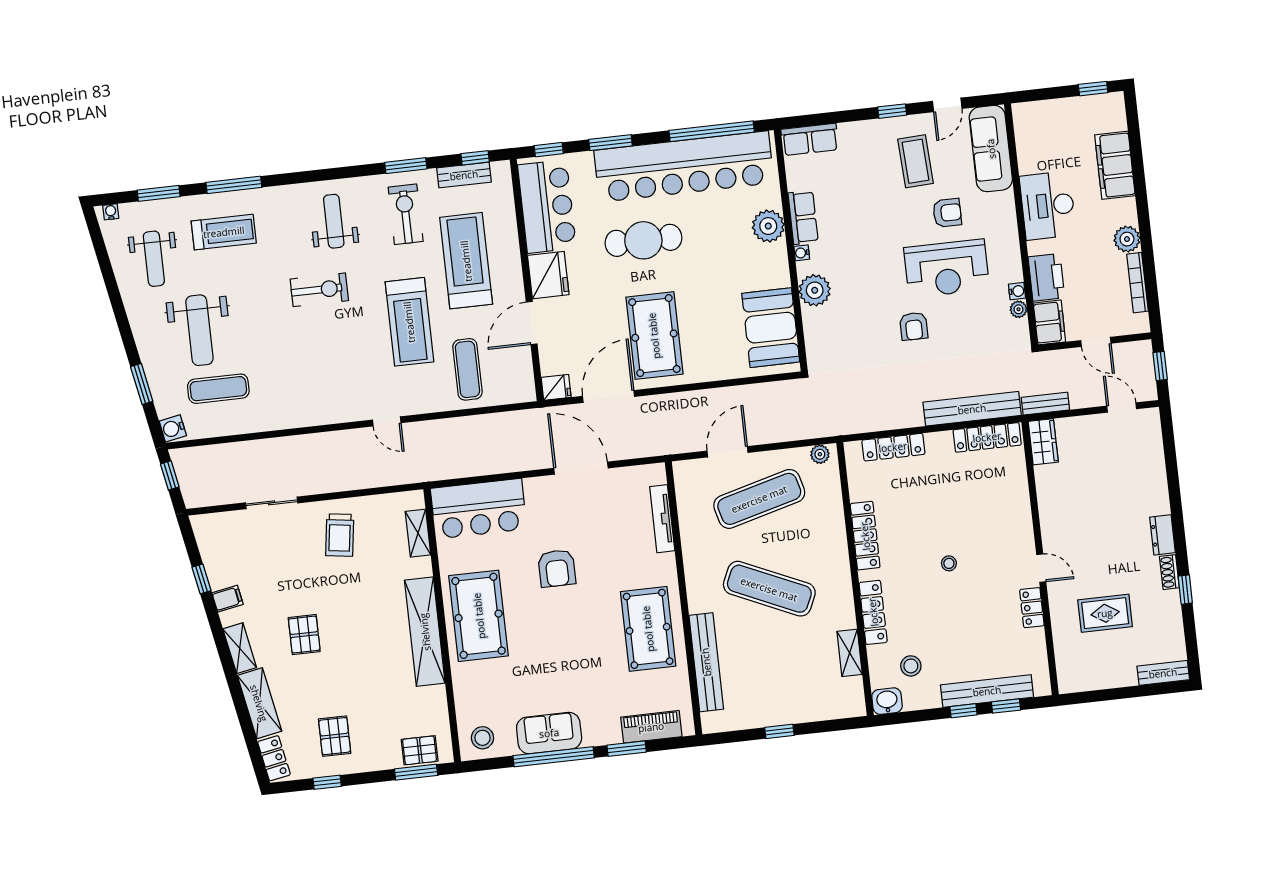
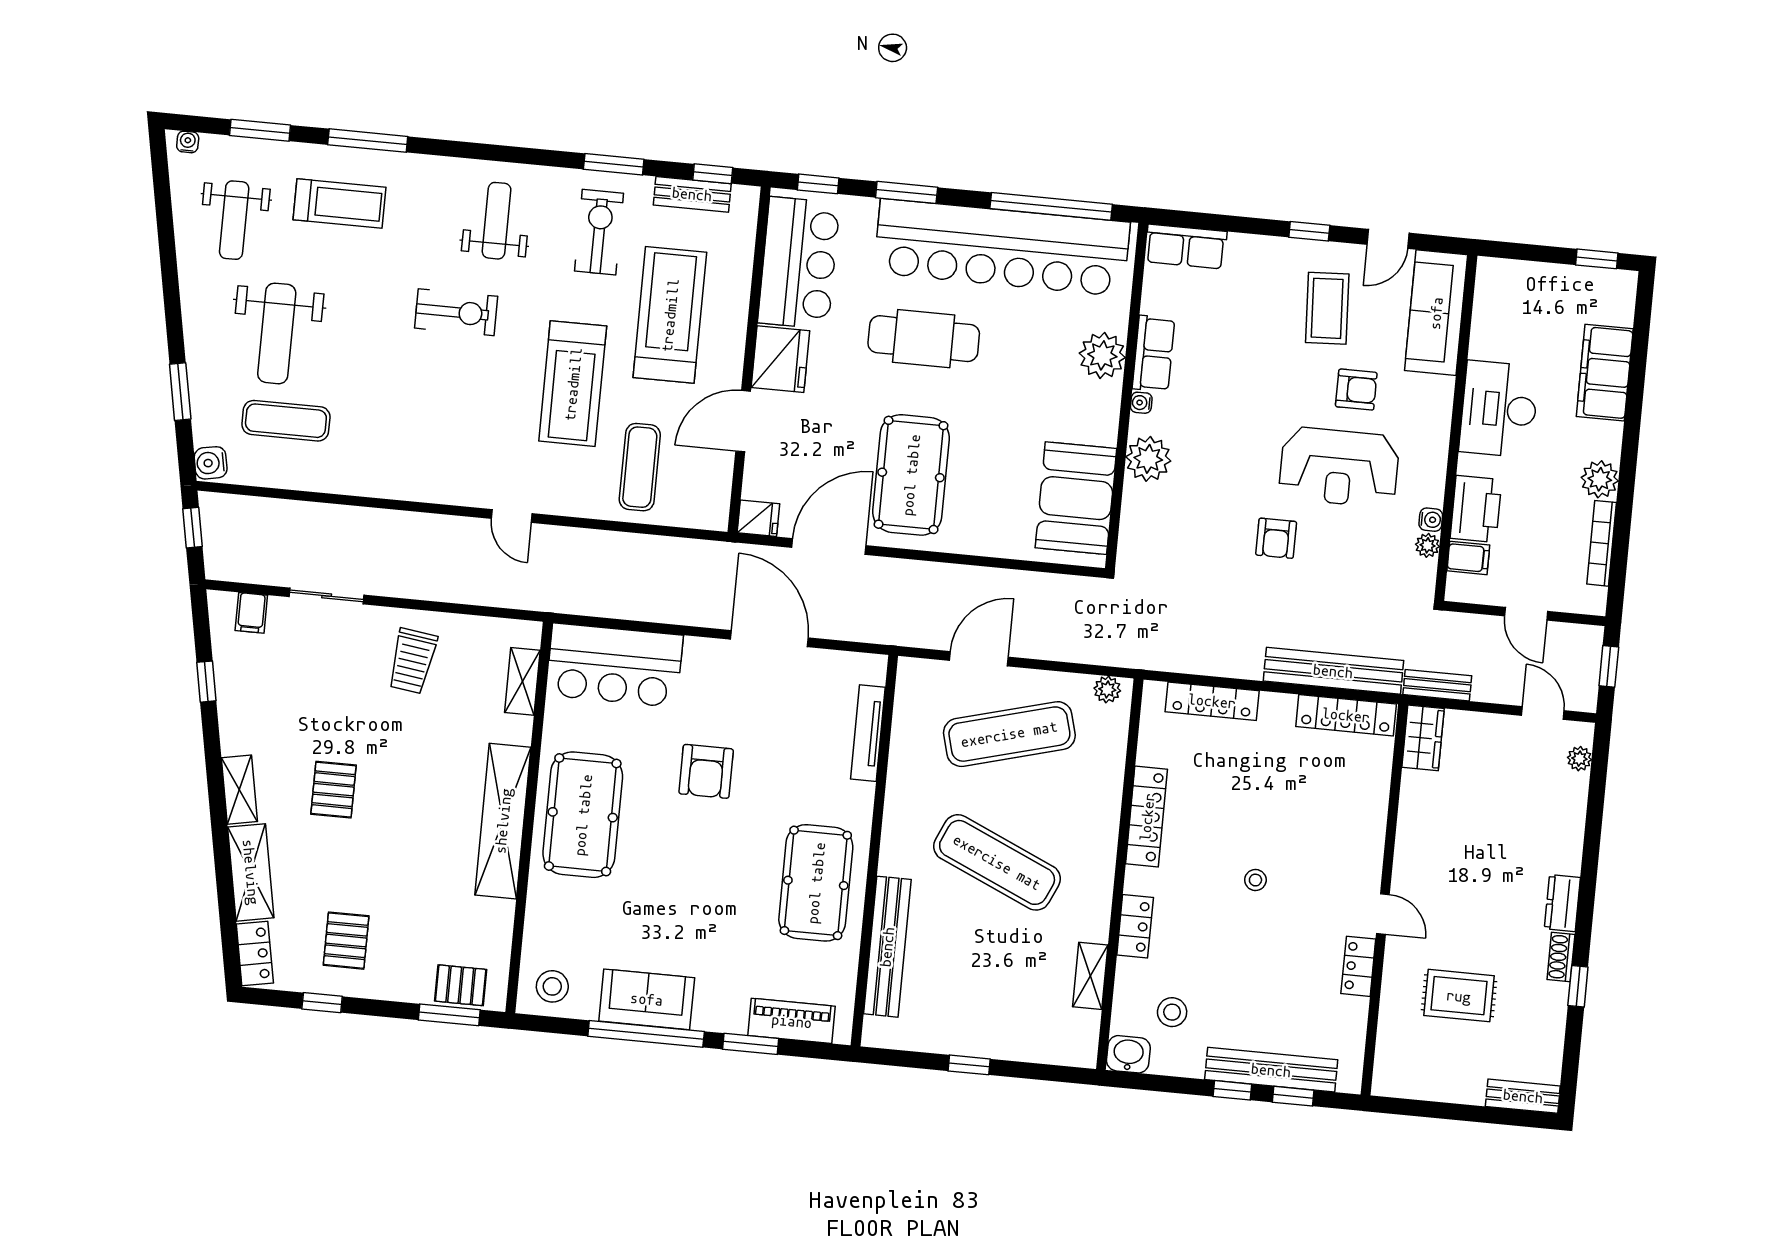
filing cabinet: (1049, 322) -> (1468, 558), width x0.50
plant: (1153, 433) -> (1579, 759), added
filing cabinet: (228, 599) -> (251, 613), moved, turned 101
locker: (873, 612) -> (1135, 926), width x0.66

